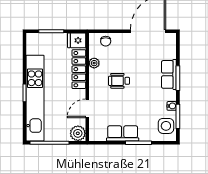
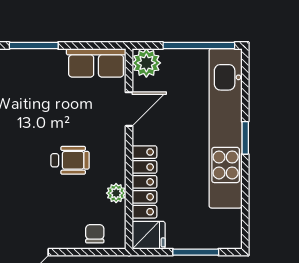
row of seats: (123, 133) -> (96, 63), moved

